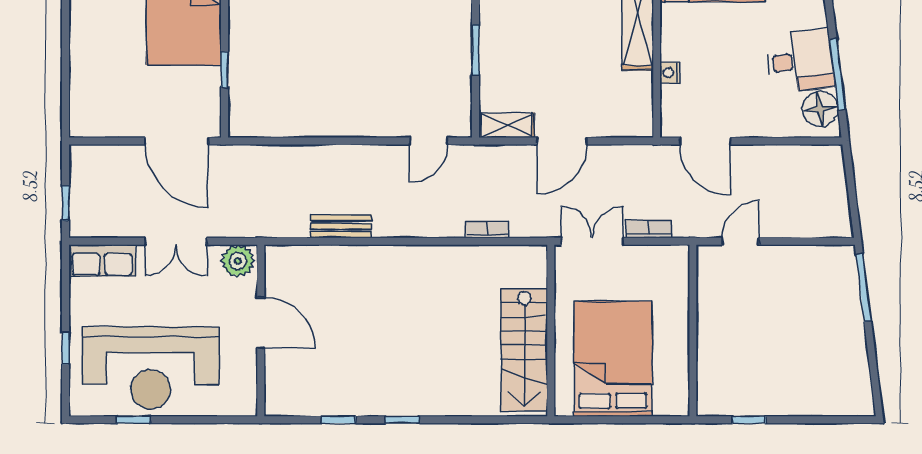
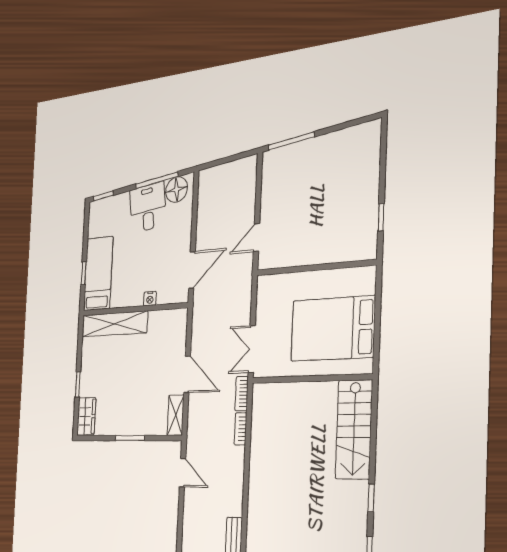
bookcase: (649, 229) -> (242, 394), moved
door: (740, 241) -> (256, 238), hinge flipped
stairs: (524, 350) -> (354, 429), moved, turned 90

